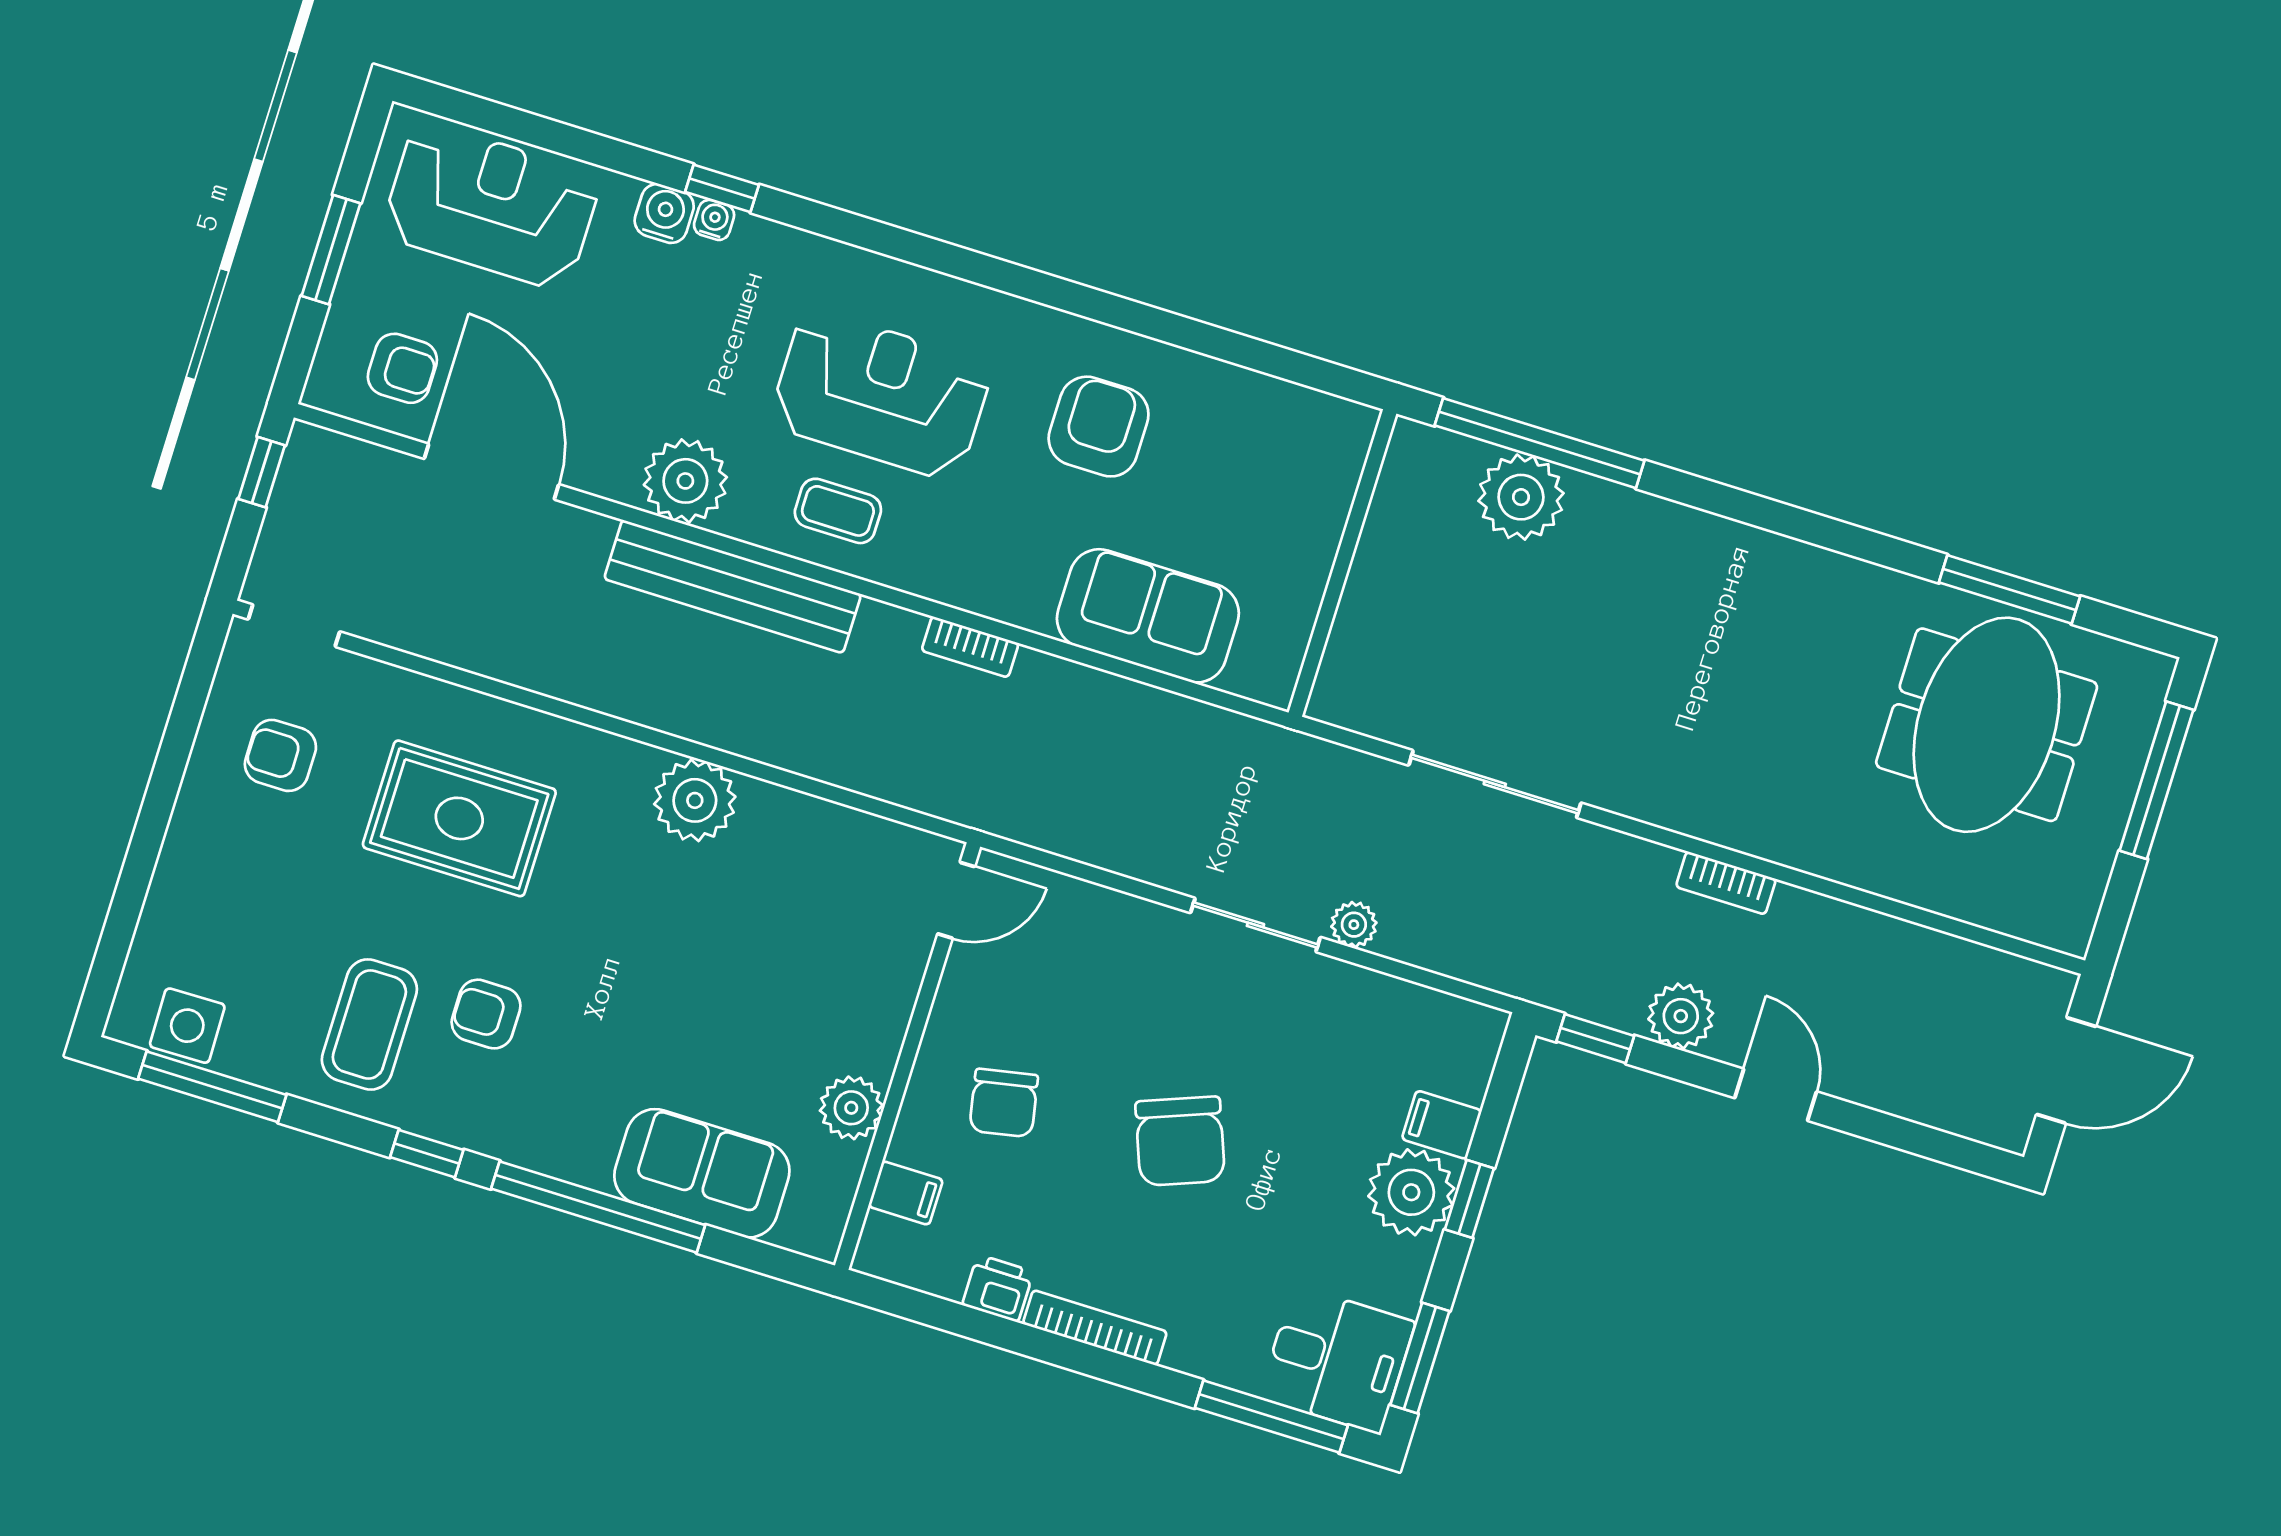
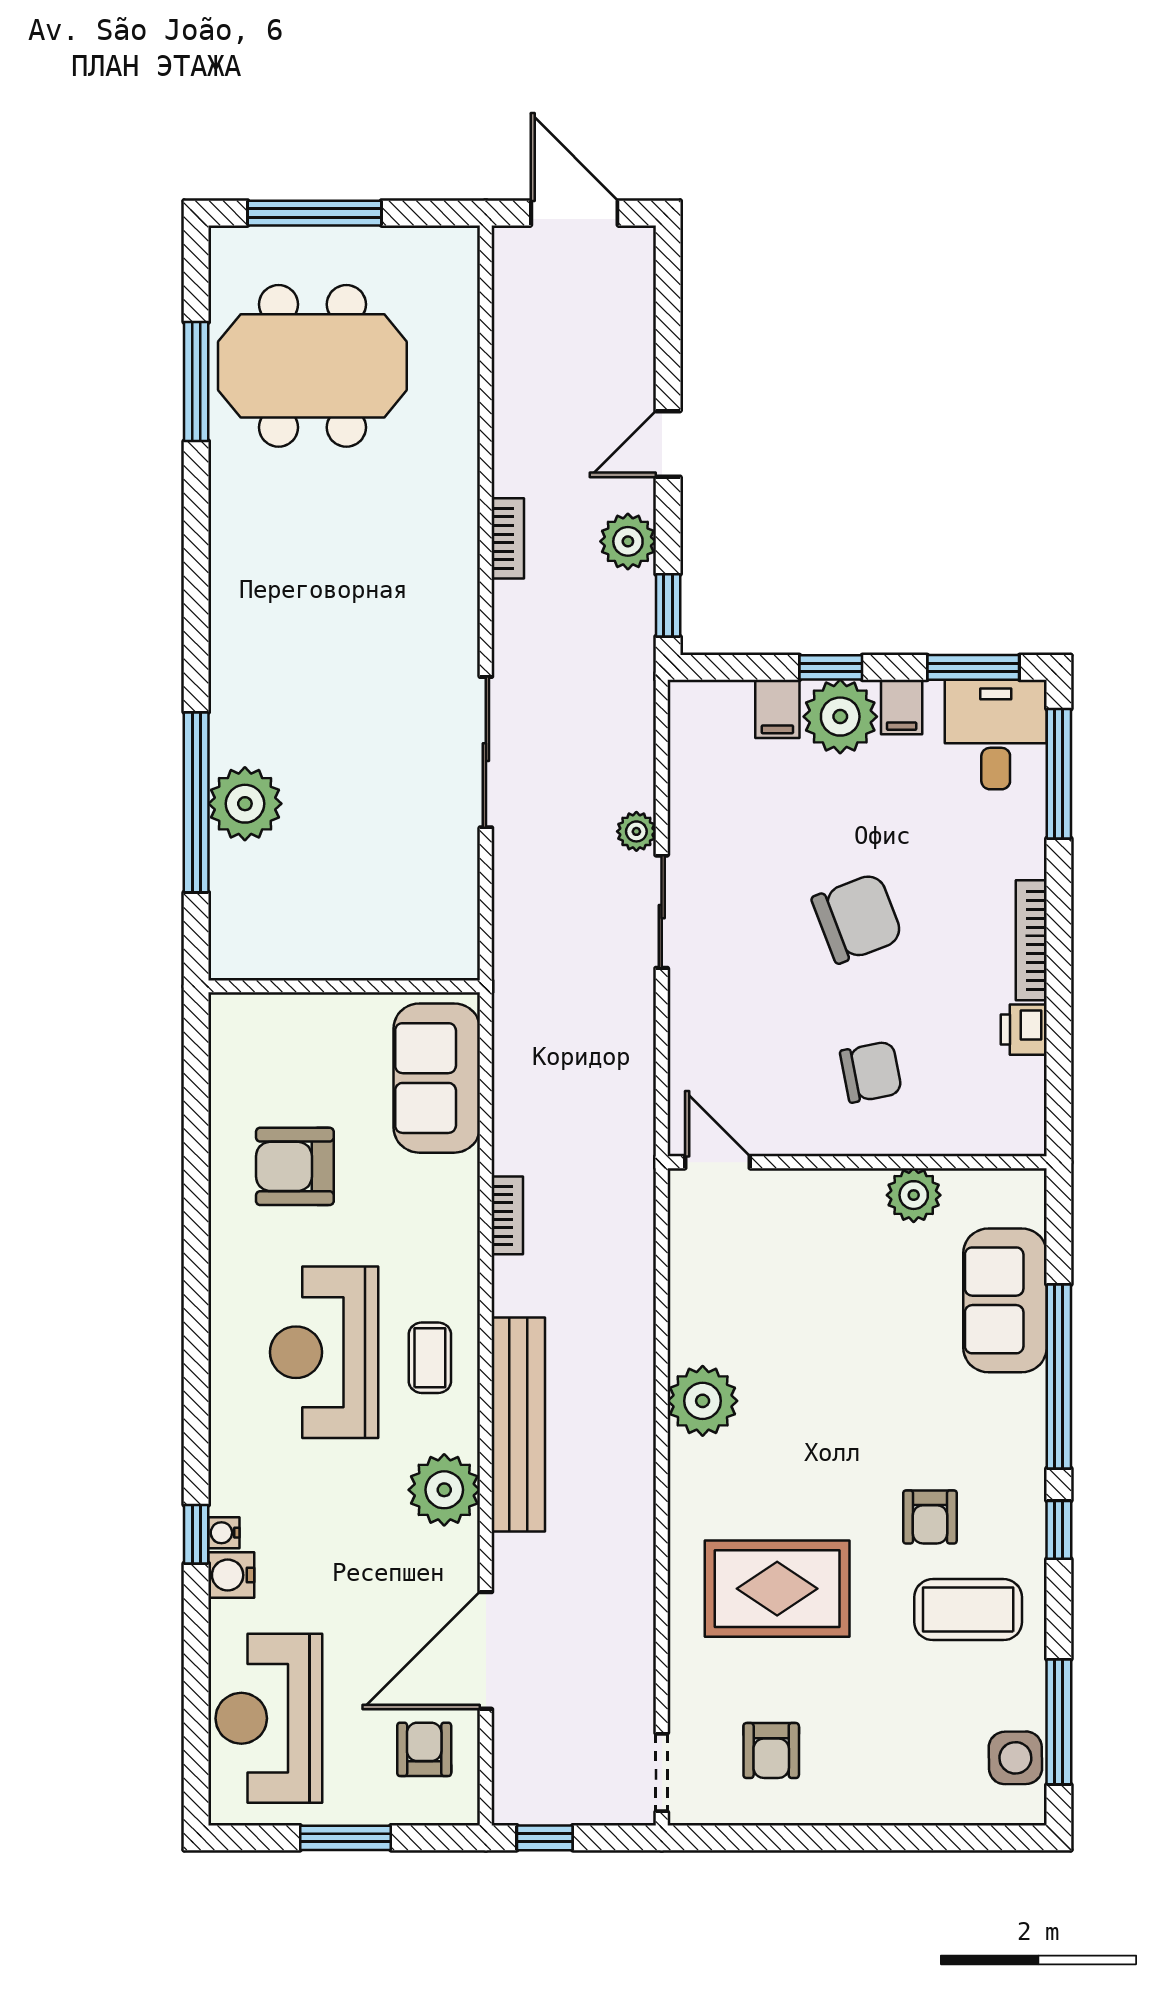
wall: (1342, 563) -> (344, 986), moved
rug: (459, 818) -> (777, 1589), turned 90
filing cabinet: (906, 1193) -> (902, 707), moved, turned 180

